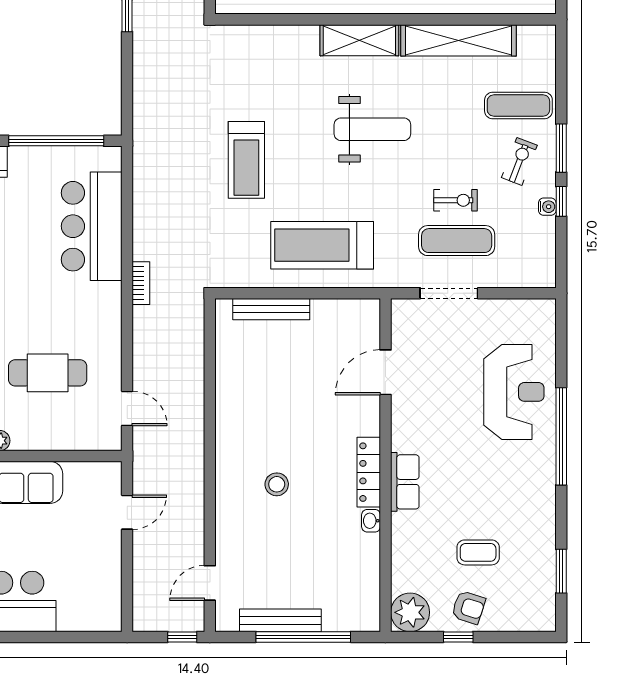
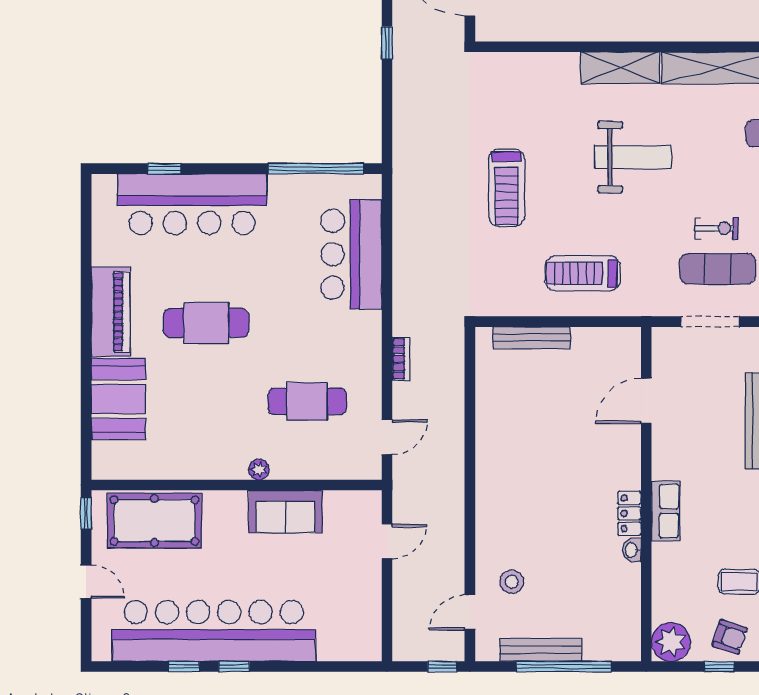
treadmill: (322, 245) -> (583, 273), width x0.73, depth x0.73
bookcase: (141, 283) -> (401, 359), moved
door: (127, 408) -> (387, 437), hinge flipped
locker: (369, 472) -> (629, 513), width x0.66
stool: (277, 484) -> (512, 582), moved

